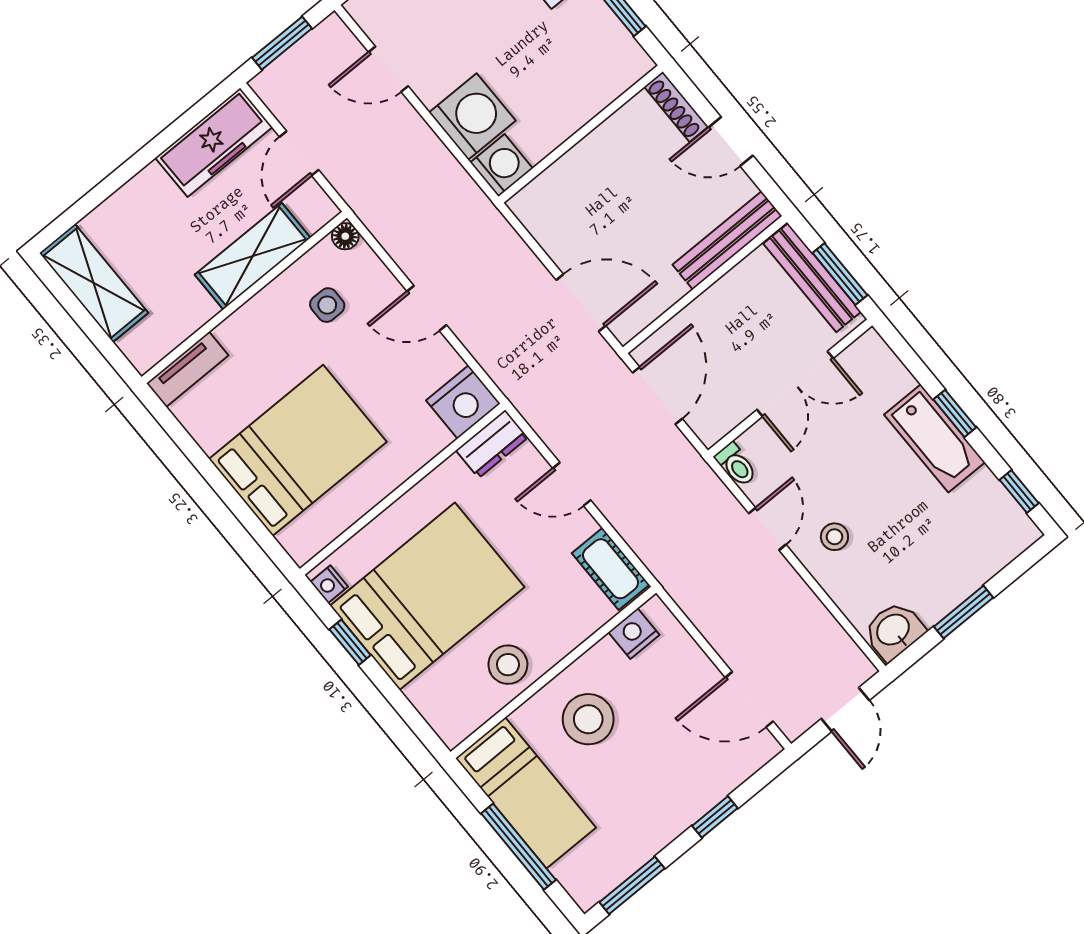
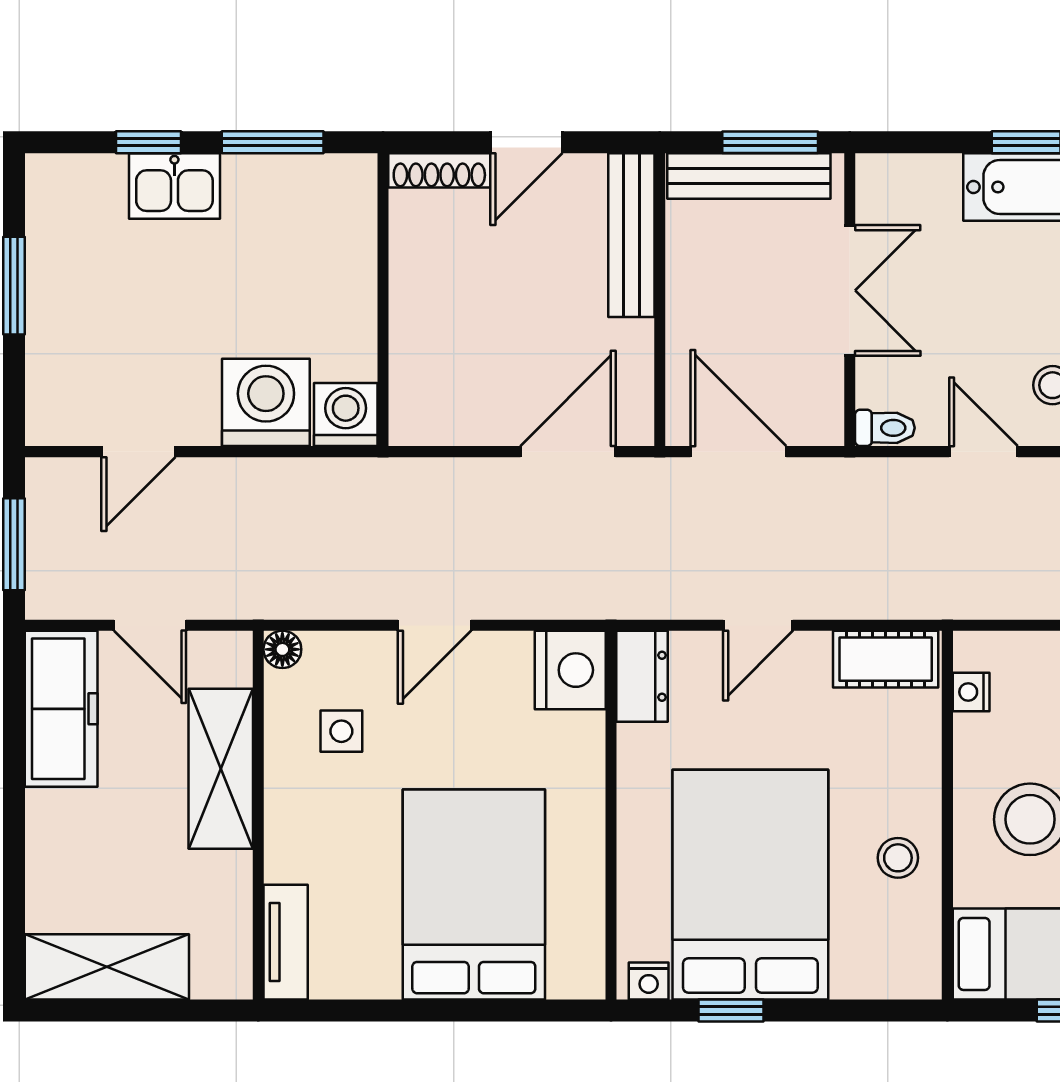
nightstand: (634, 634) -> (971, 692), width x0.72, depth x0.74
stool: (508, 665) -> (898, 858), width x0.73, depth x0.73

